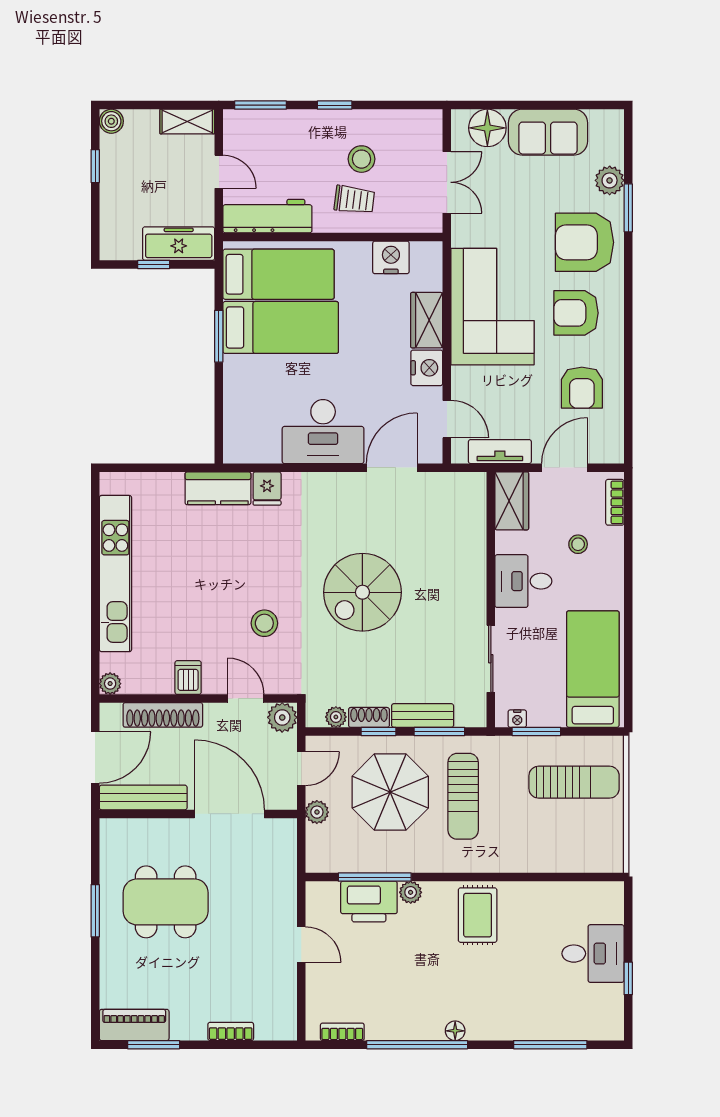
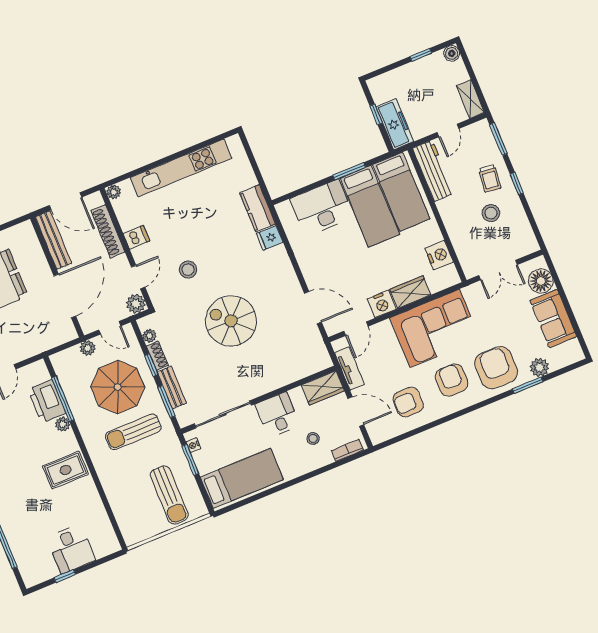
trolley: (354, 200) -> (490, 178), moved
desk: (323, 432) -> (322, 208), moved, turned 90
sliding door: (491, 659) -> (223, 414), width x1.37

